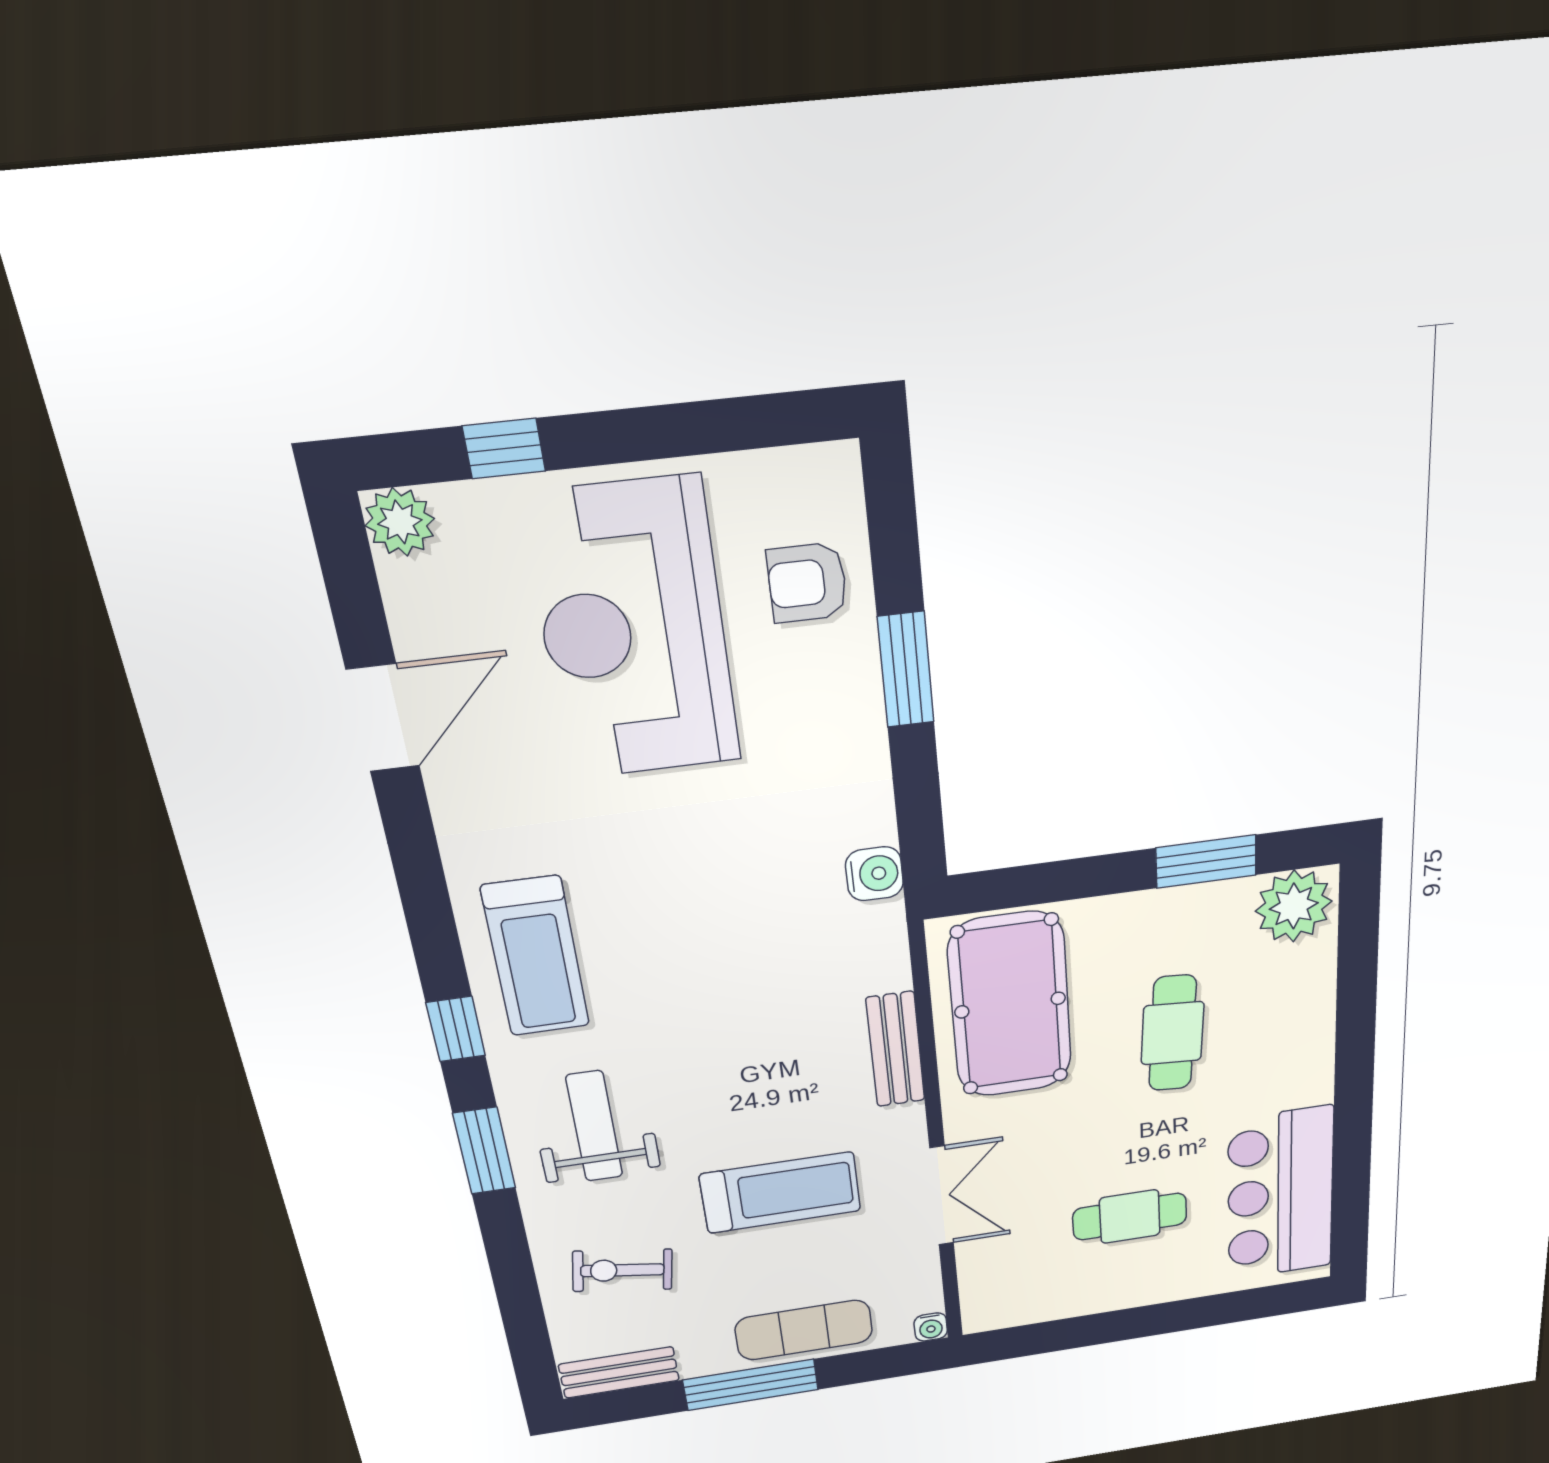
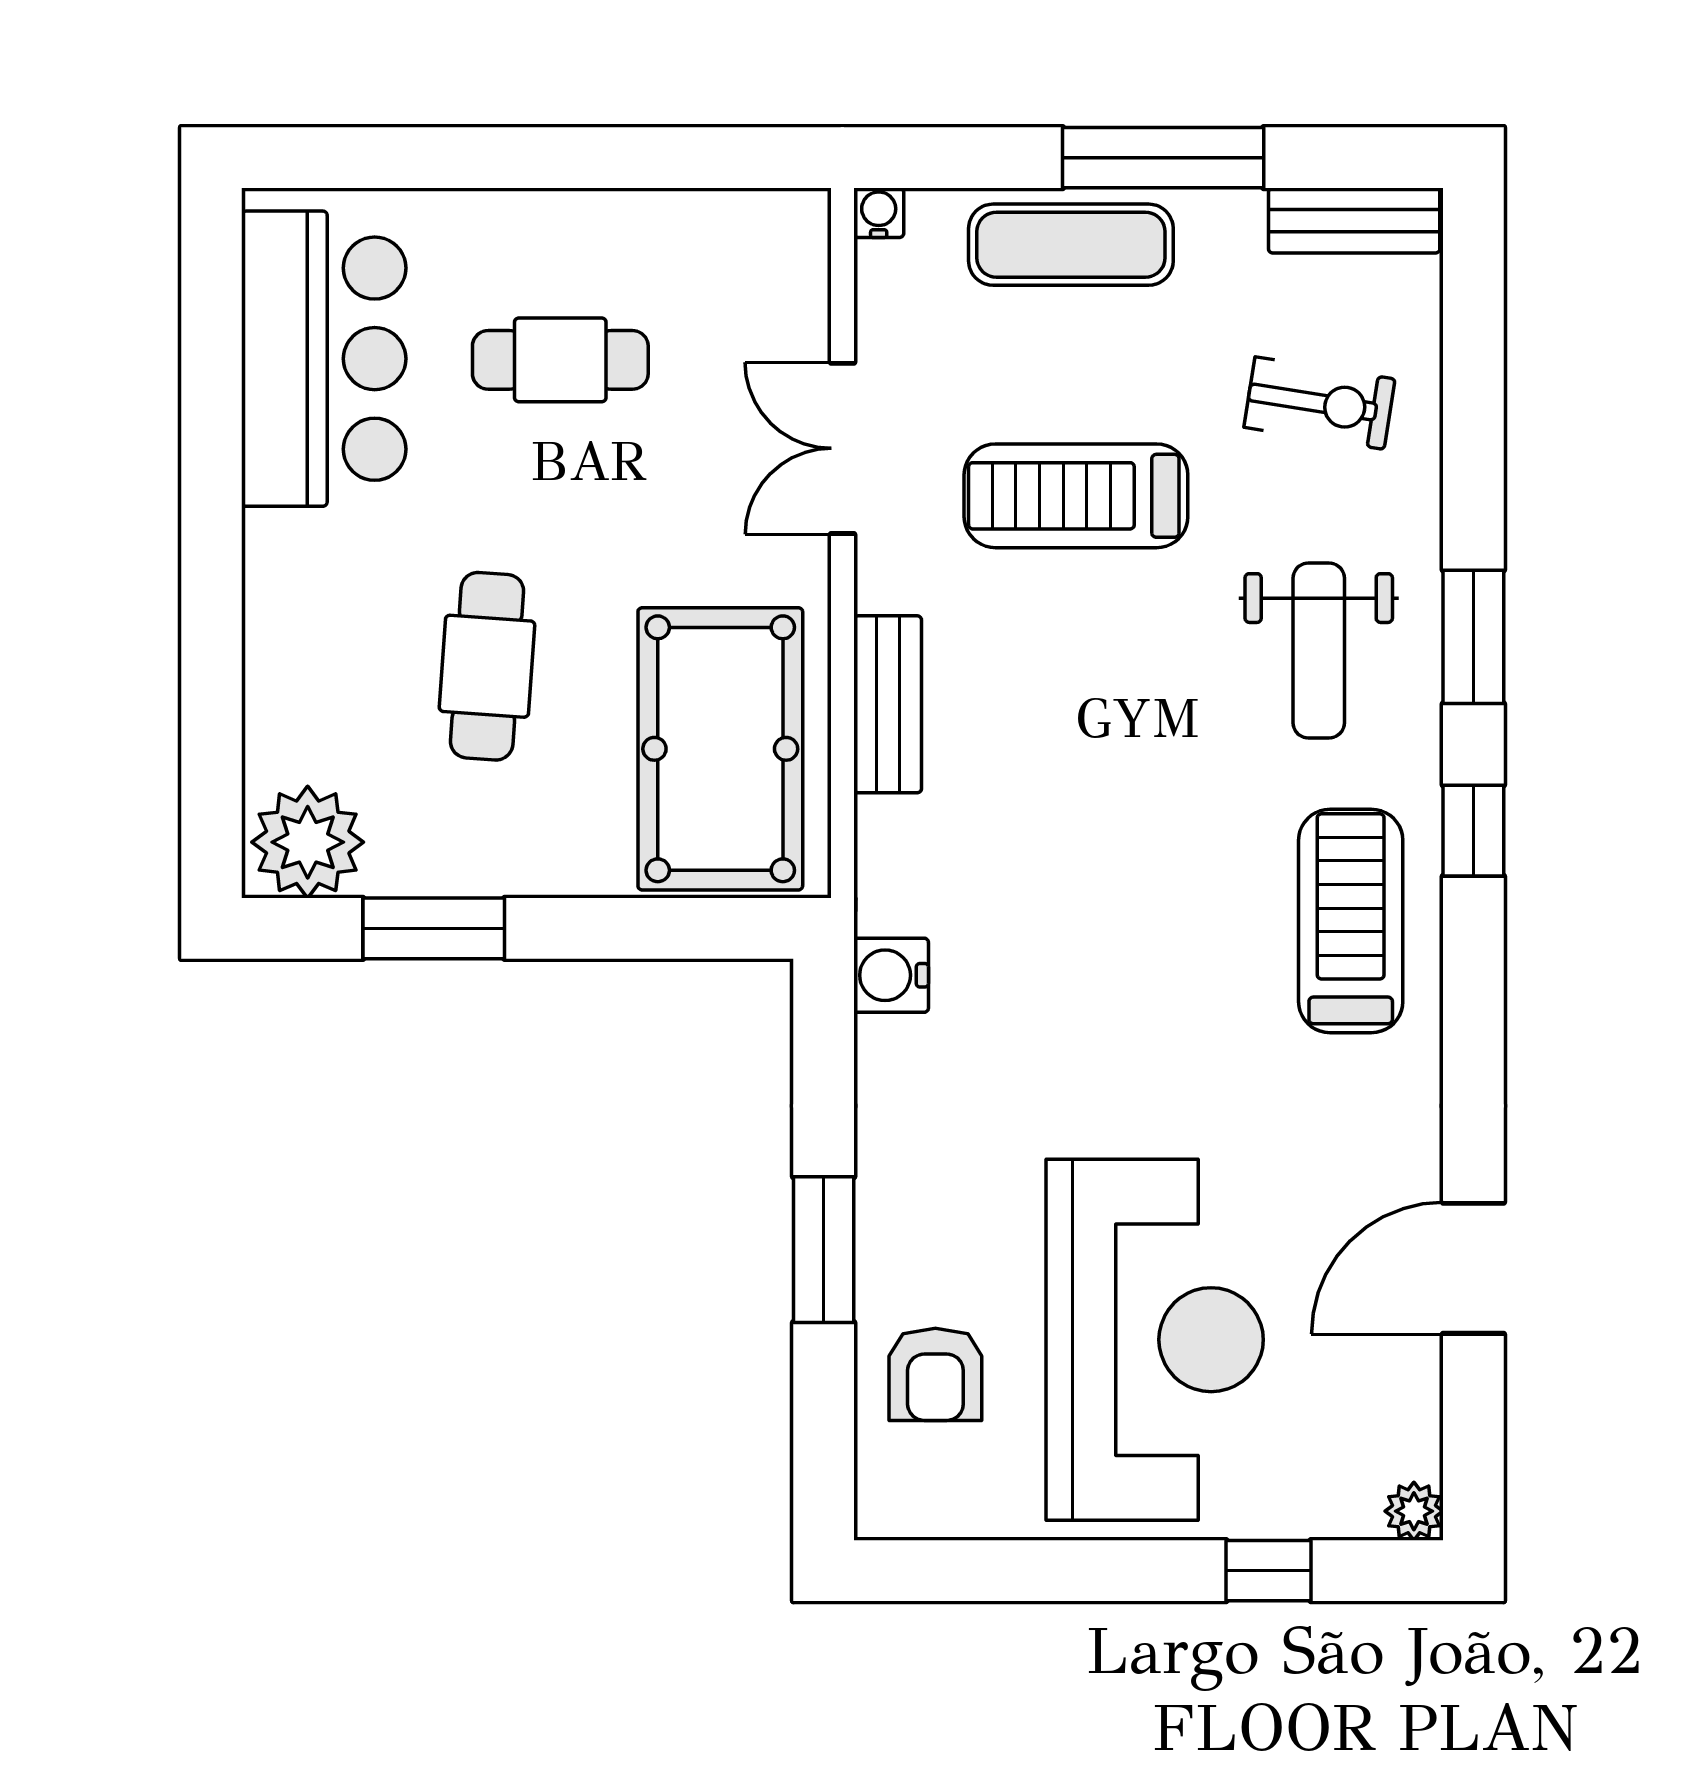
plant: (400, 522) -> (1414, 1511), width x0.73, depth x0.73
armchair: (807, 583) -> (935, 1374), turned 90

